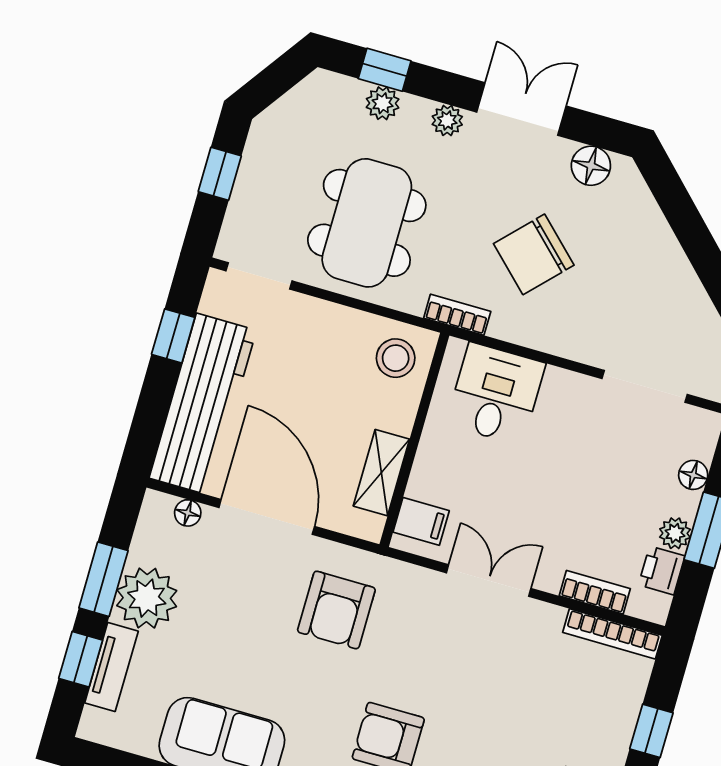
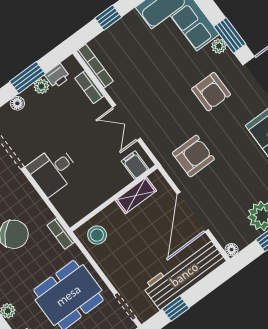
desk: (496, 394) -> (53, 170), moved
floor lamp: (188, 513) -> (232, 250), moved

